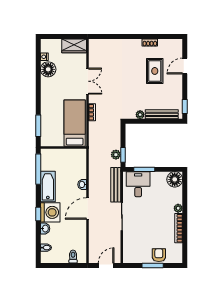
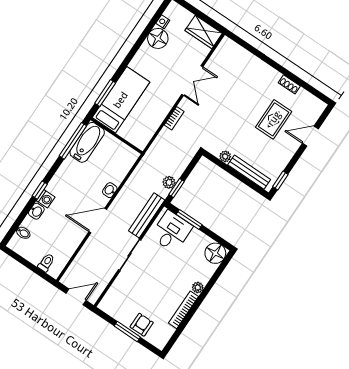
bed: (75, 123) -> (121, 100), moved
bathtub: (48, 186) -> (87, 142), moved
washing machine: (50, 212) -> (46, 199), width x0.53, depth x0.53

